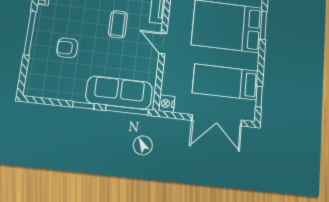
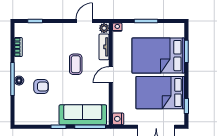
floor lamp: (38, 36) -> (19, 81), added
door: (163, 43) -> (111, 75), hinge flipped
armchair: (67, 48) -> (41, 87), turned 180
bed: (225, 82) -> (160, 93), width x1.50

